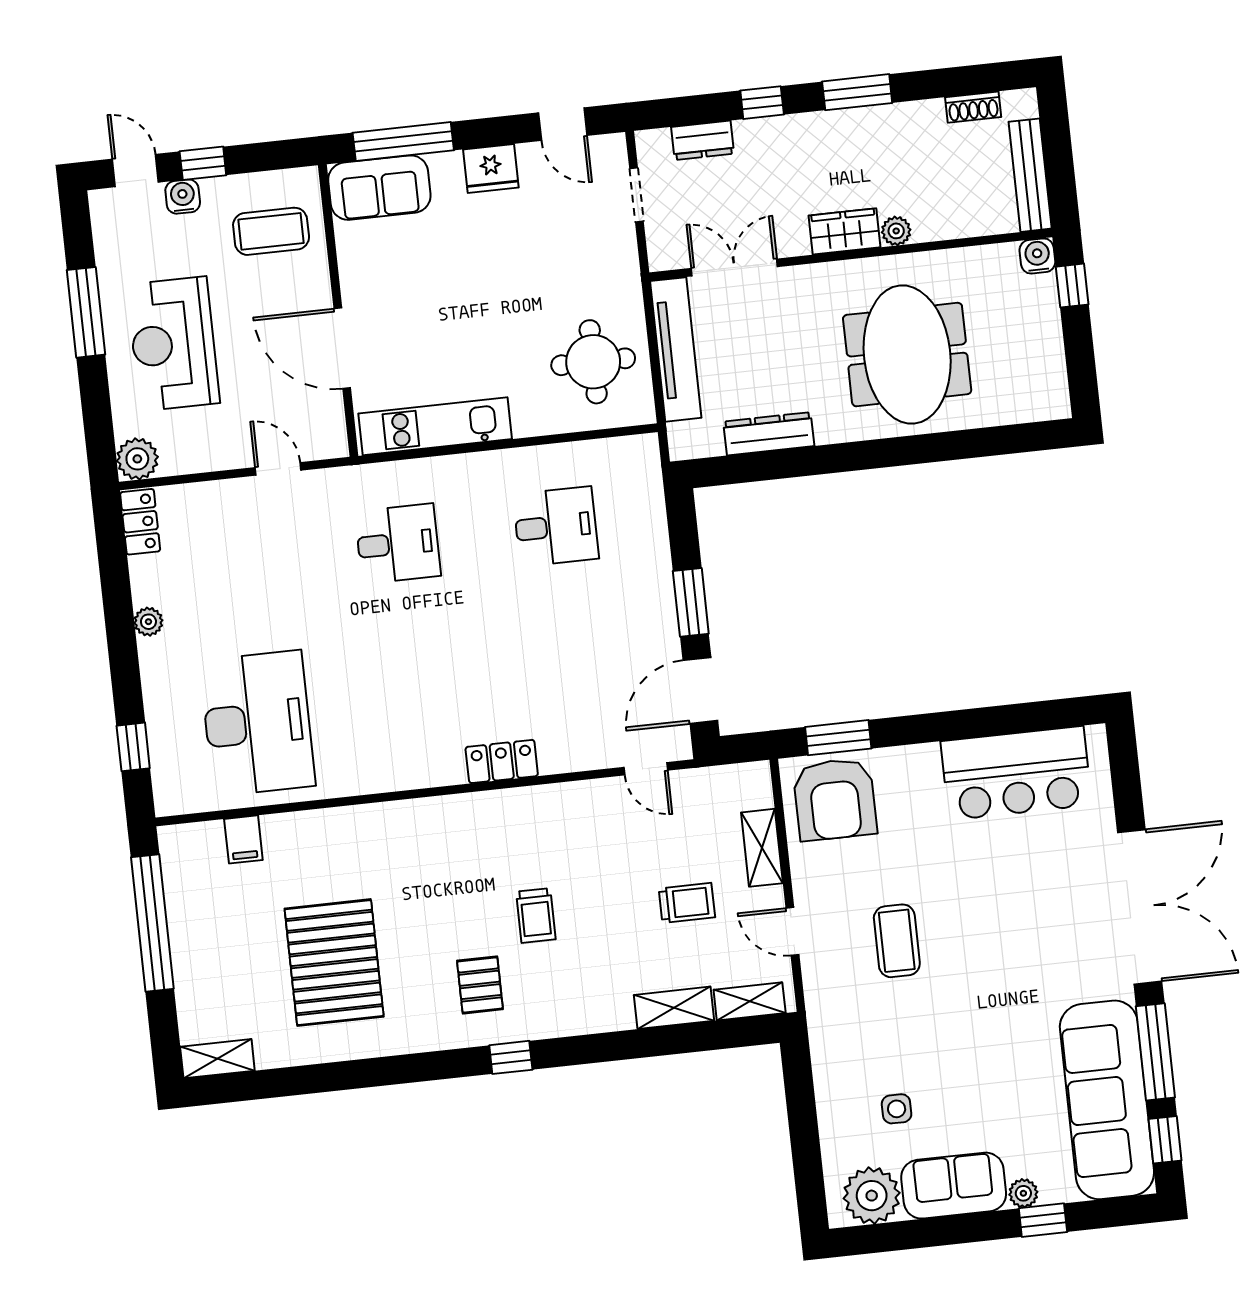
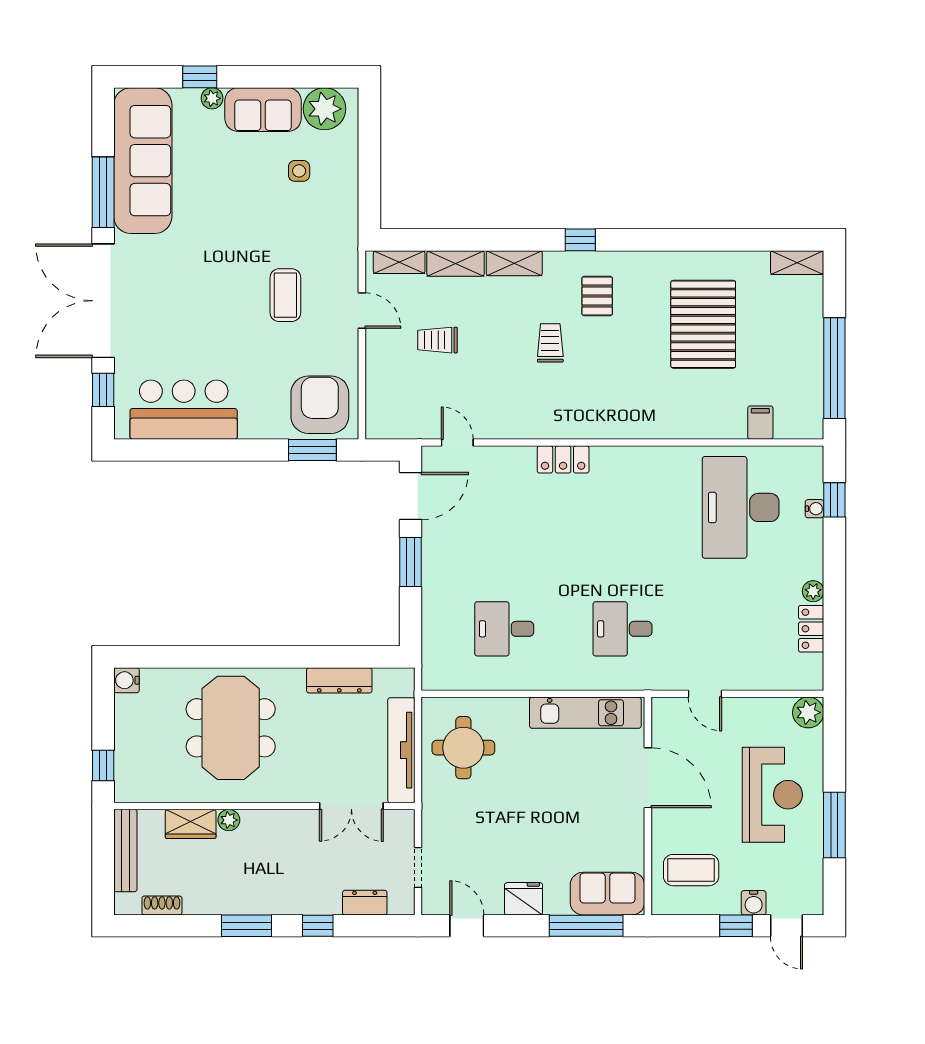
wardrobe: (845, 231) -> (191, 824), moved
water cooler: (1037, 256) -> (126, 680), moved, turned 90
locker: (140, 522) -> (811, 629), moved
water cooler: (158, 732) -> (815, 509), added
shelving: (762, 848) -> (514, 263), moved, turned 90
window: (1165, 1140) -> (103, 390), moved

